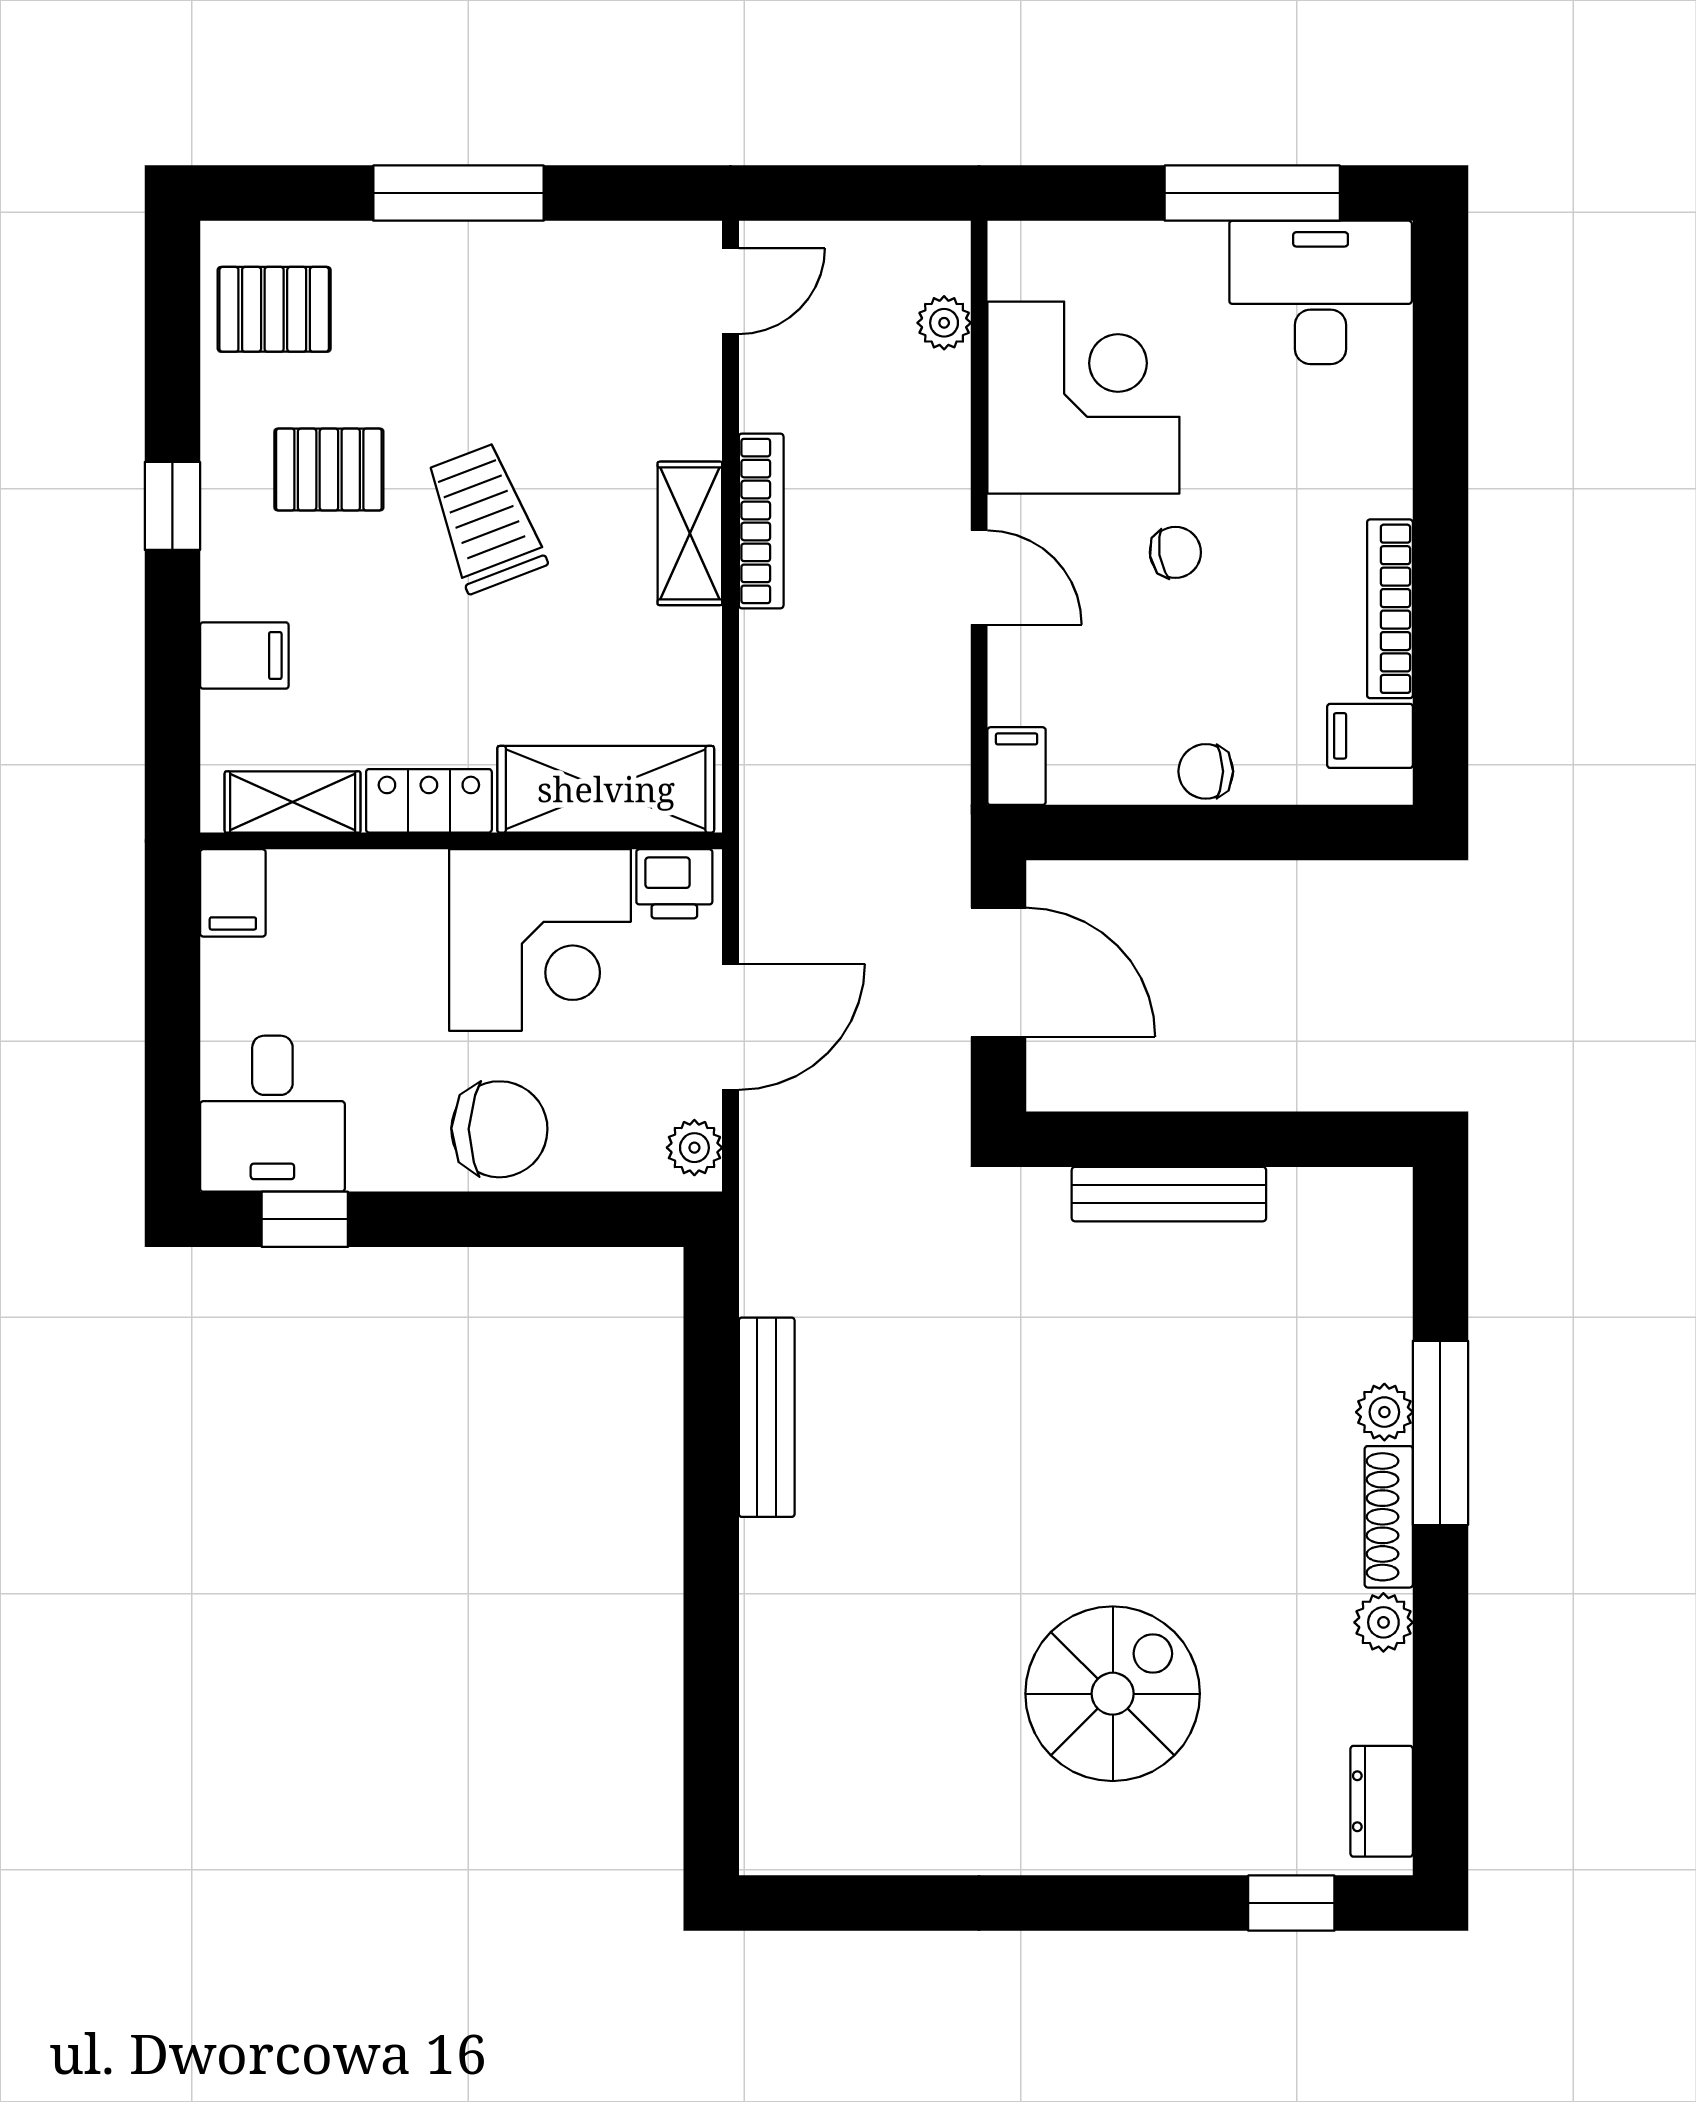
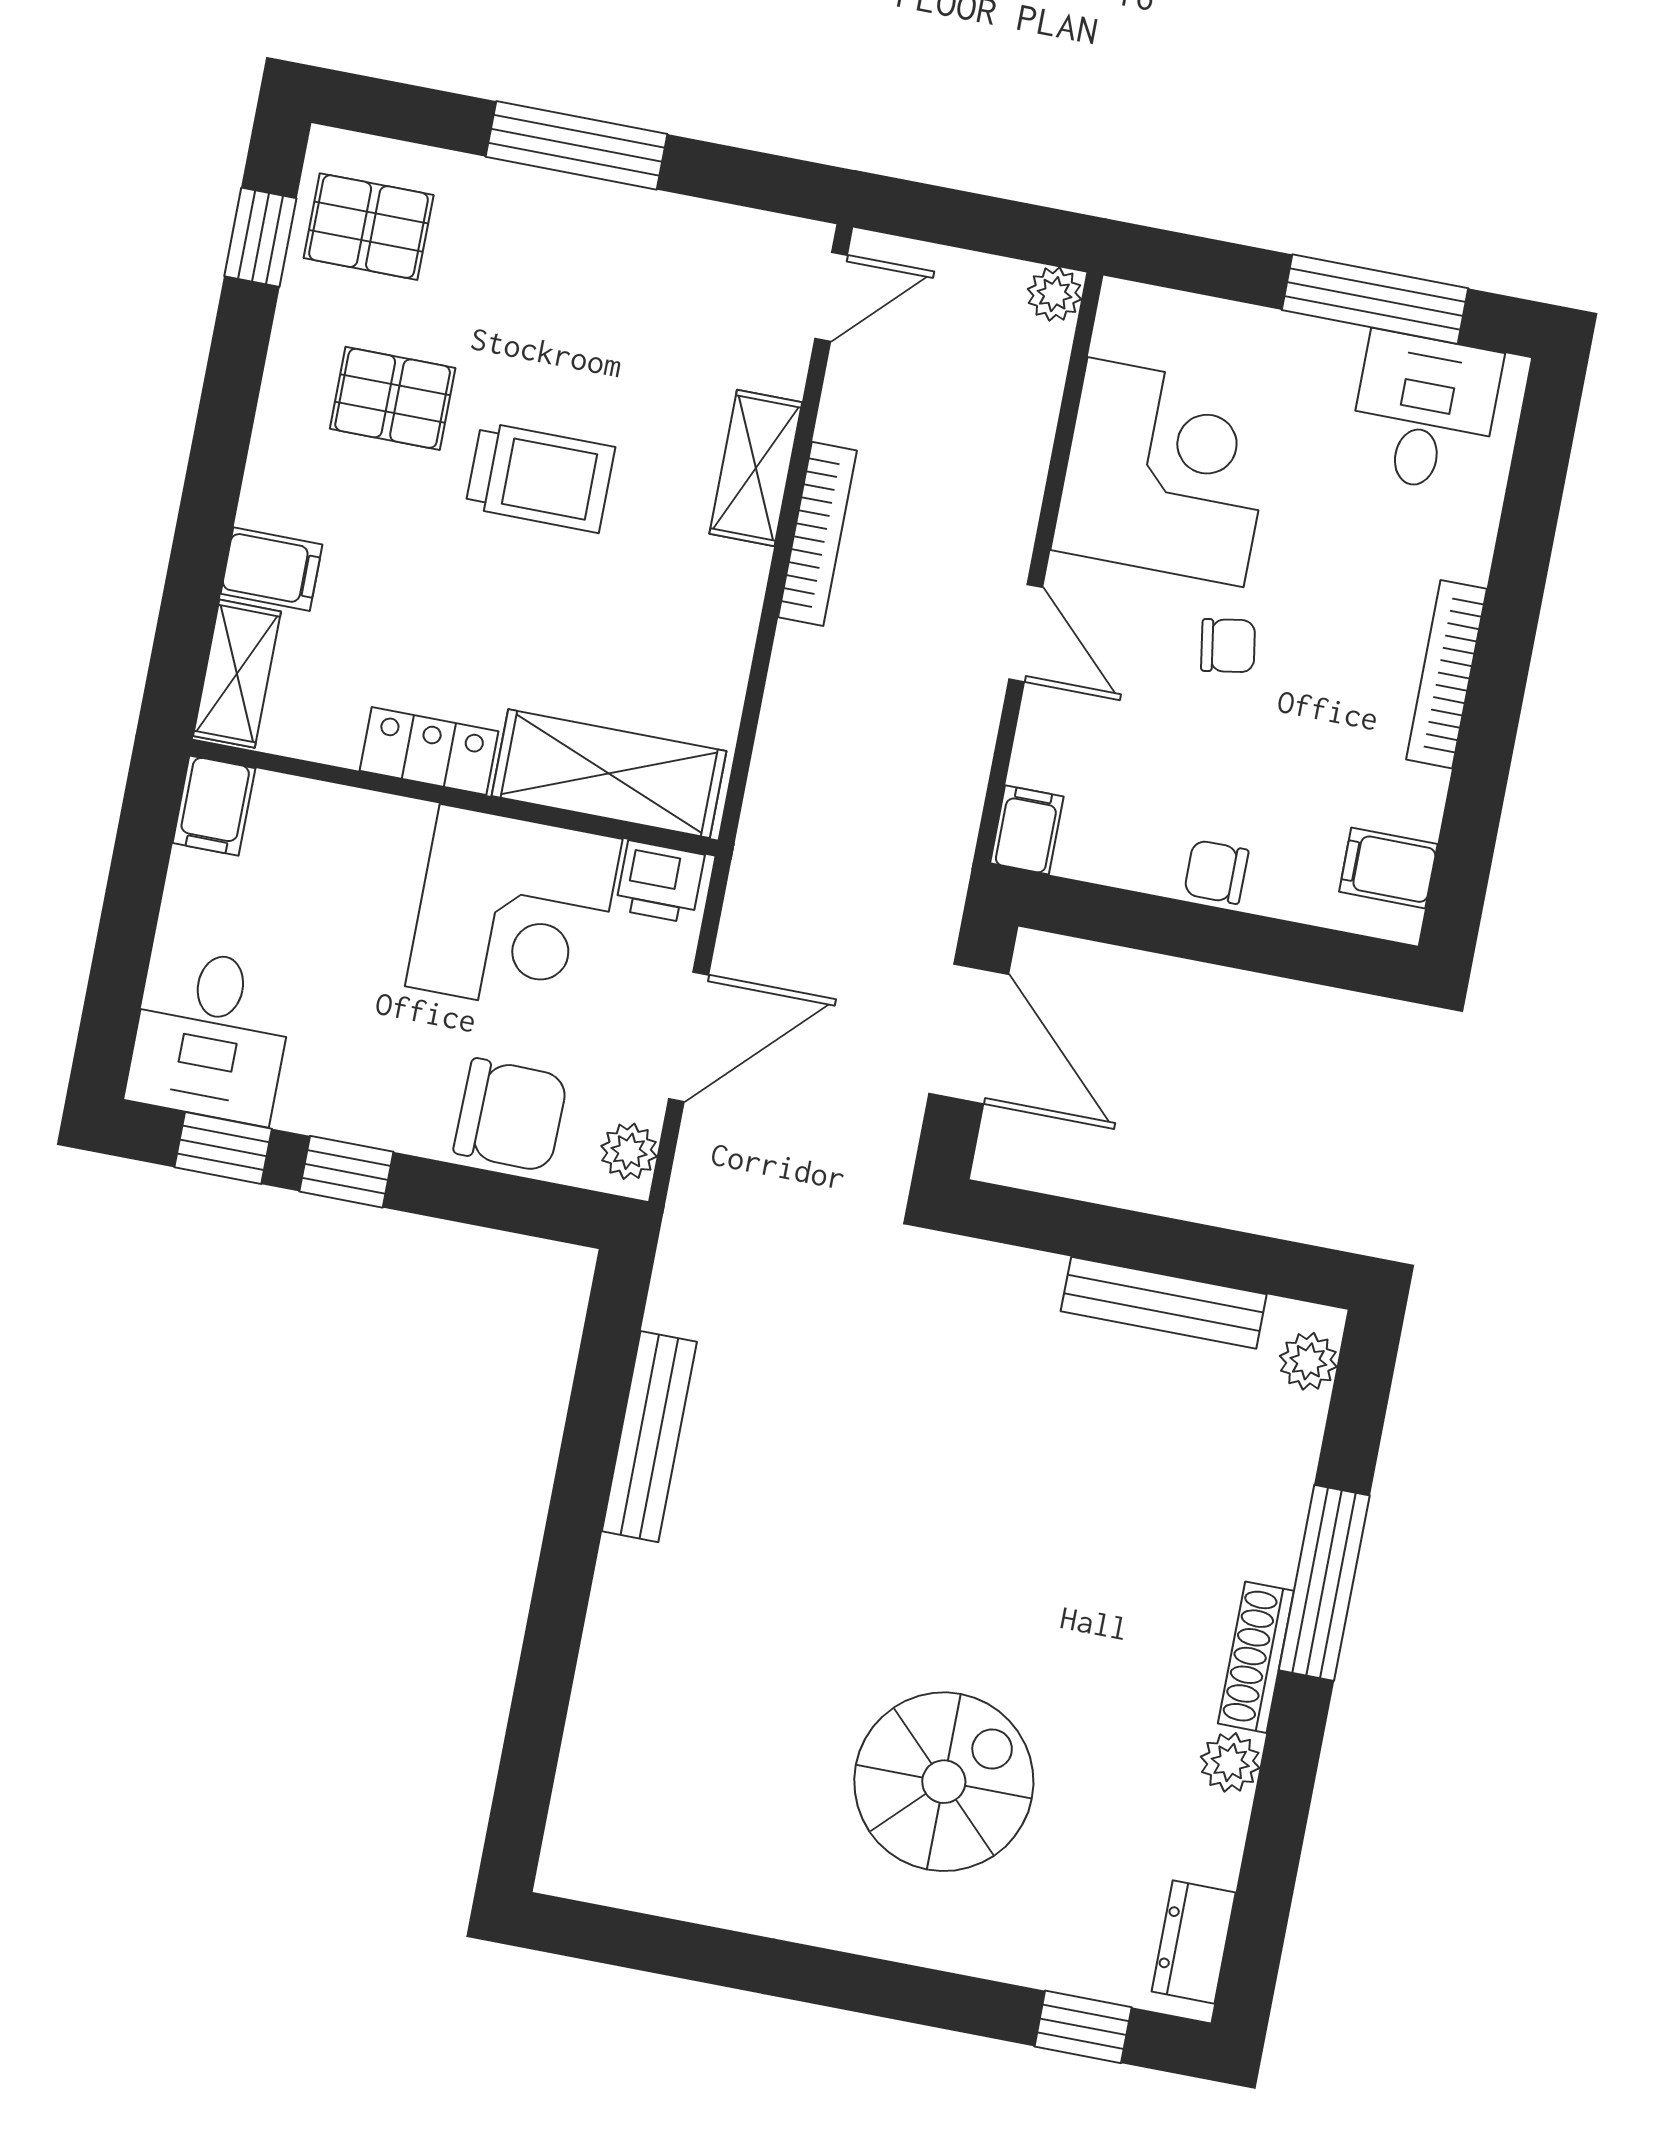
desk: (1321, 292) -> (1424, 412), width x0.73
plant: (944, 323) -> (1054, 294), moved
window: (172, 506) -> (260, 237), moved
trolley: (485, 518) -> (540, 477), turned 111
shelving: (690, 533) -> (756, 468), moved
bookcase: (1390, 609) -> (1446, 674), moved
shelving: (293, 802) -> (237, 674), moved, turned 90
chair: (499, 1129) -> (511, 1115), moved
bench: (1169, 1194) -> (1164, 1303), moved
window: (427, 1219) -> (346, 1172), added
plant: (1384, 1412) -> (1308, 1361), moved

